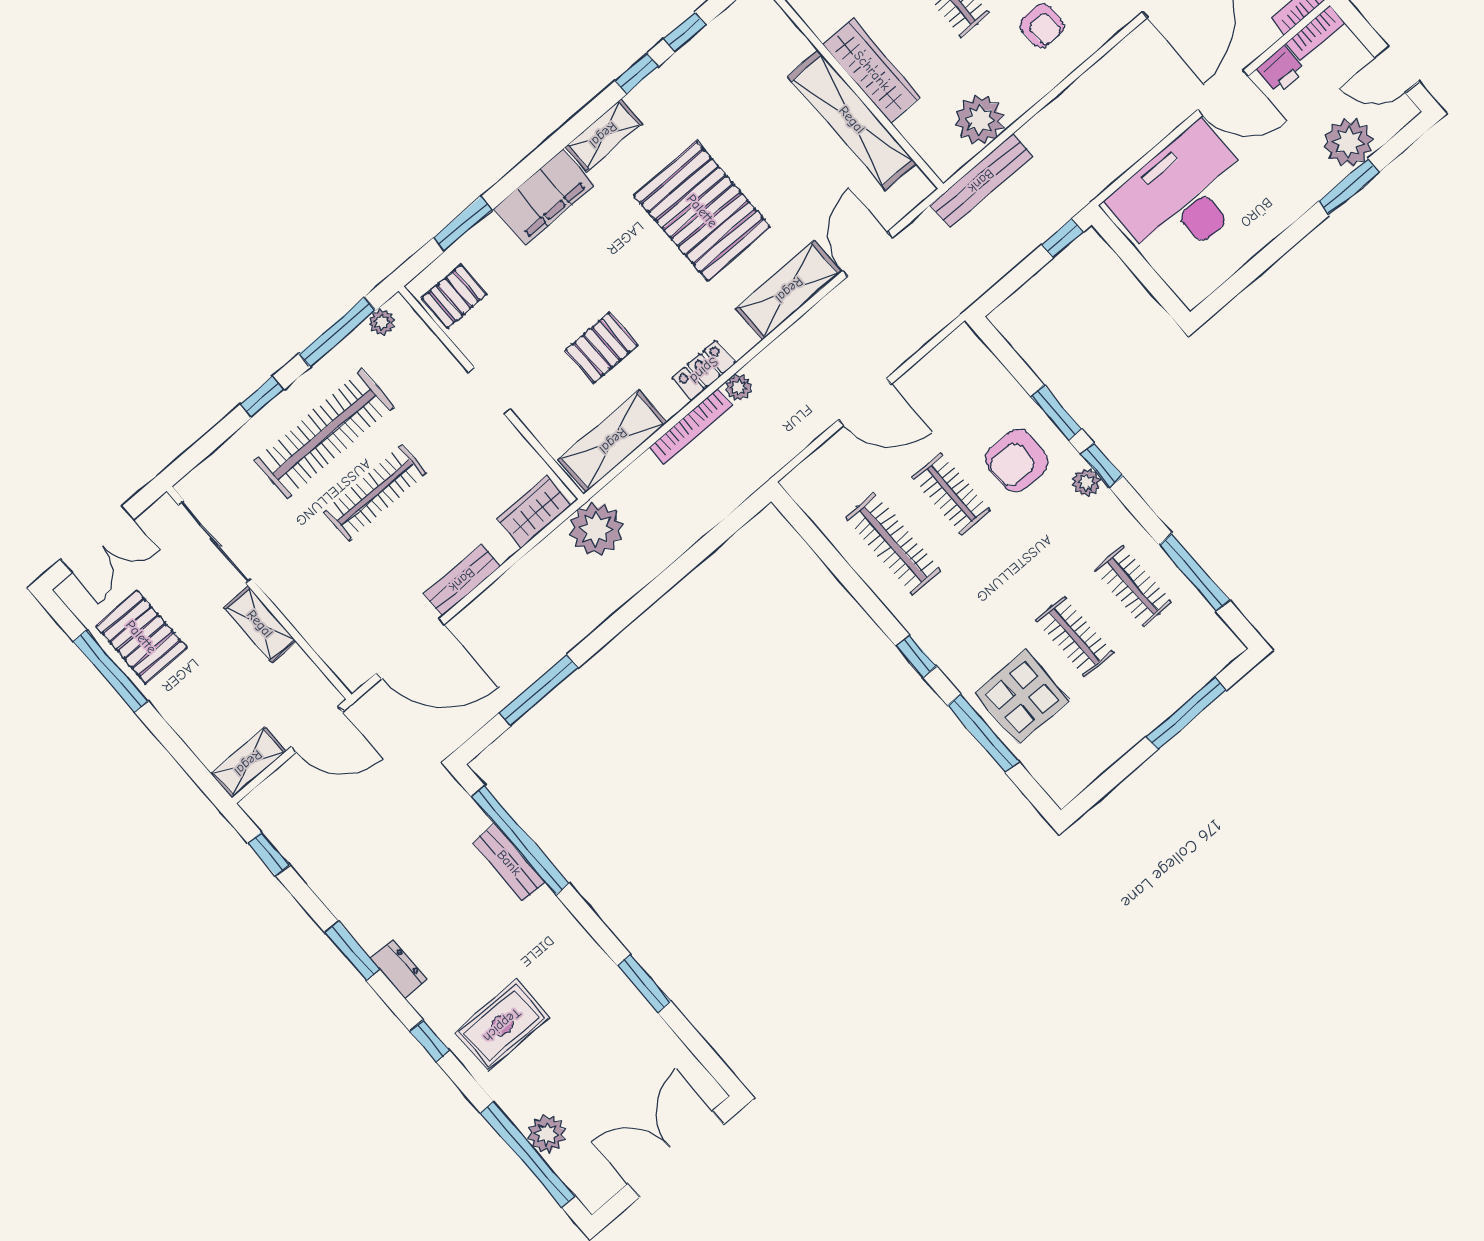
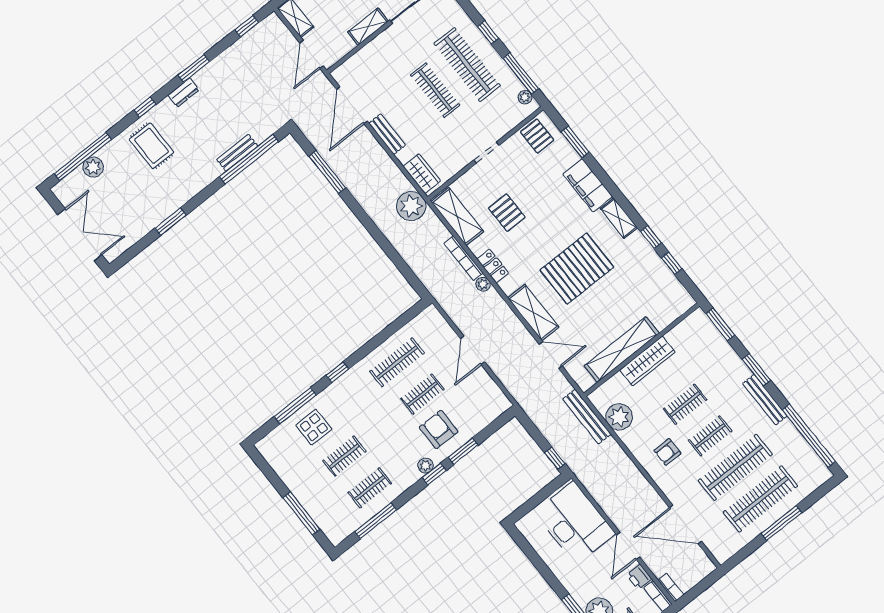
display table: (1022, 697) -> (314, 427), width x0.73, depth x0.73

